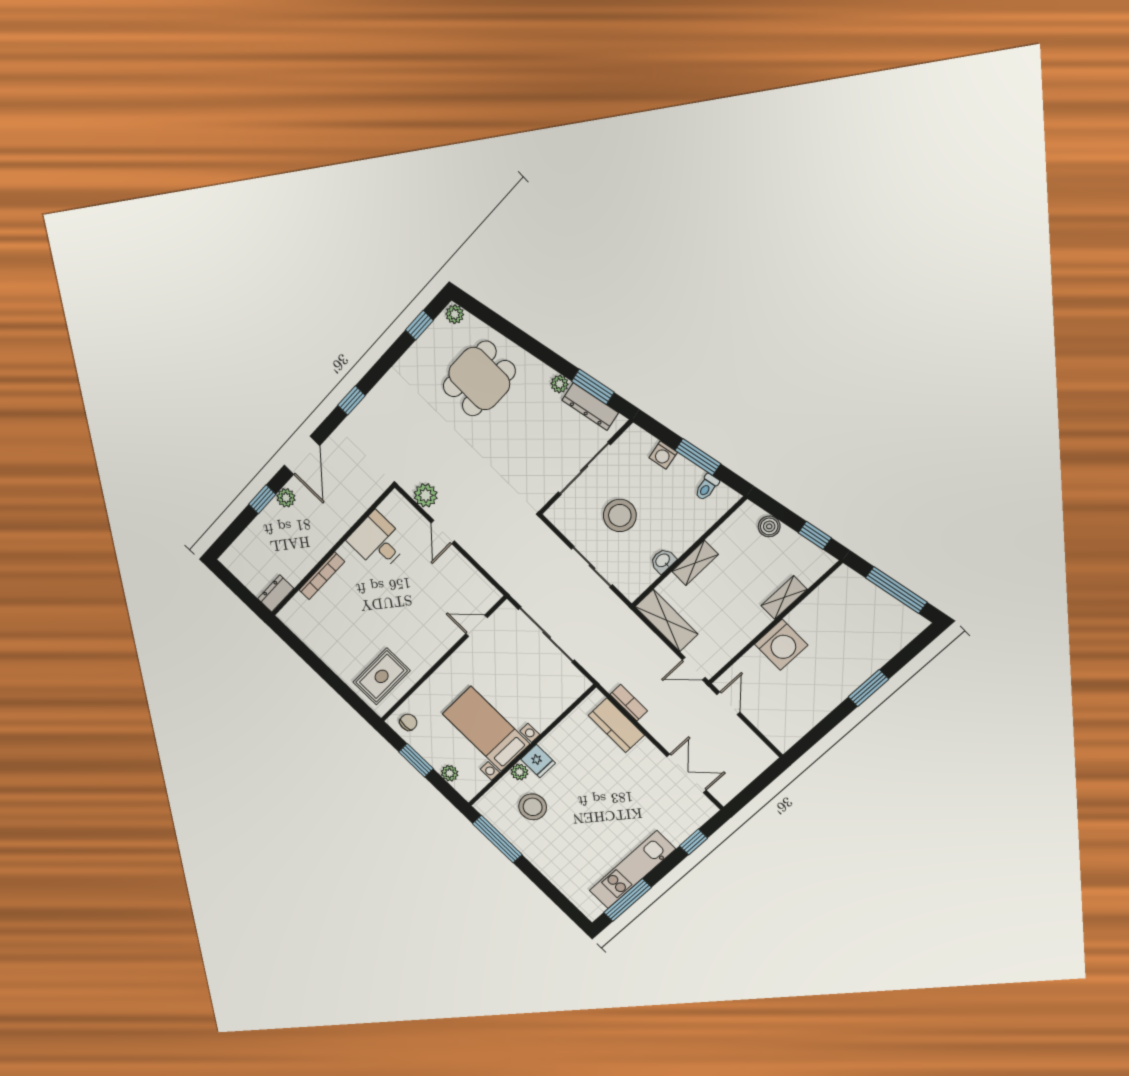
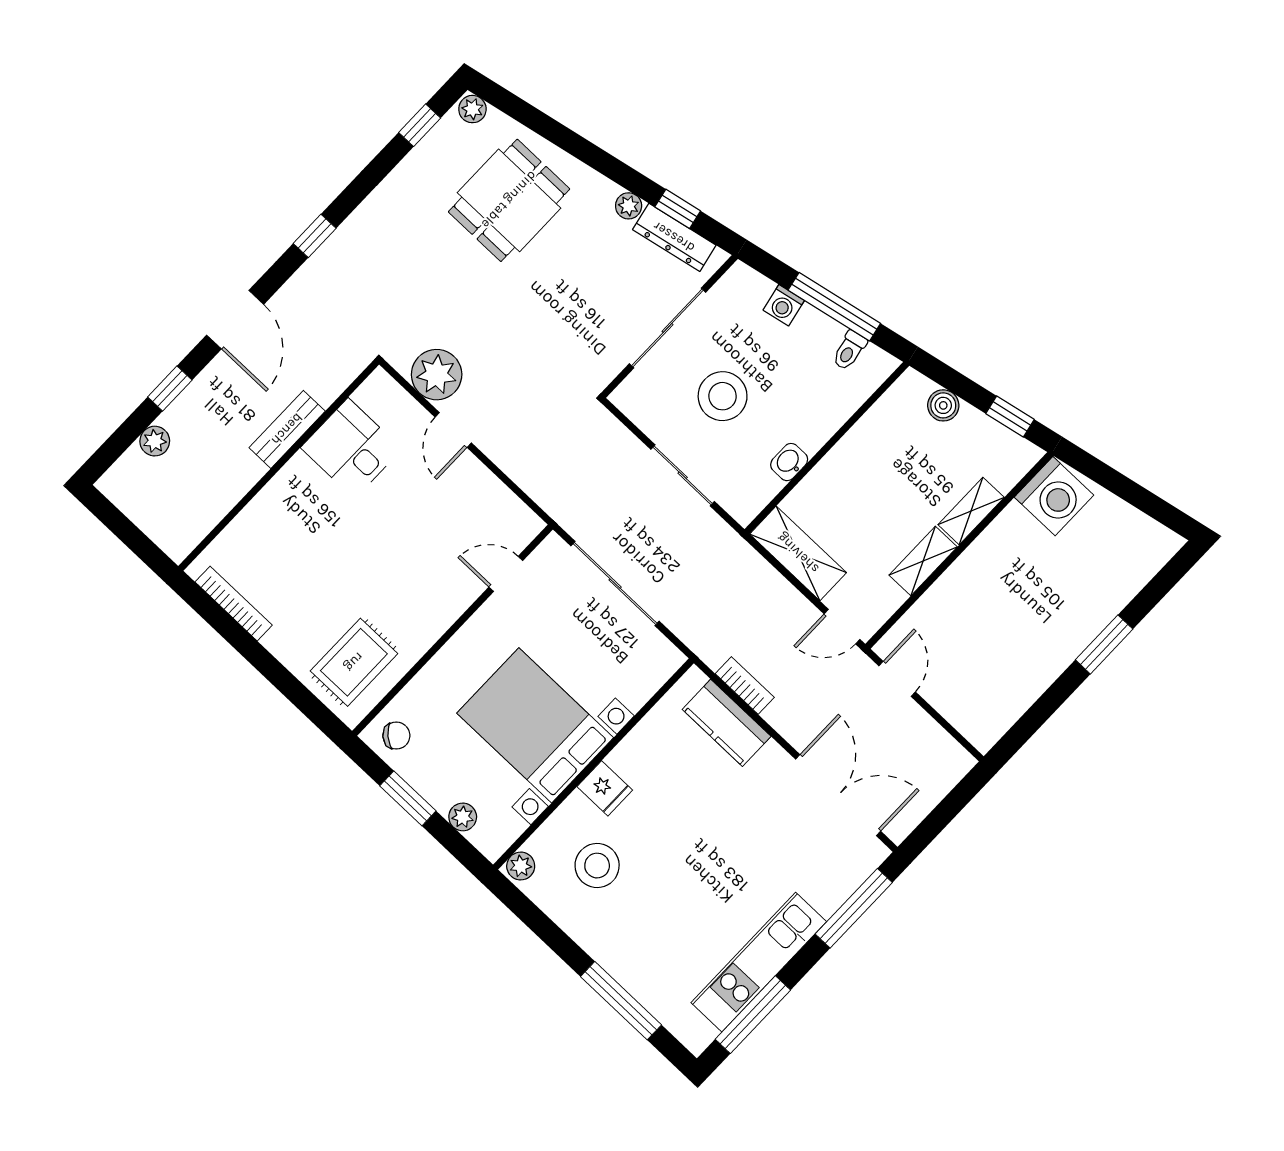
window: (593, 387) -> (678, 209), width x0.67
window: (698, 457) -> (834, 307), width x1.44
plant: (426, 495) -> (437, 375), width x1.36, depth x1.36
plant: (286, 498) -> (155, 441), moved
bench: (337, 528) -> (287, 429), added
shelving: (695, 563) -> (923, 561), moved
bookcase: (322, 576) -> (234, 604), moved, turned -90
window: (896, 590) -> (1133, 493), removed
dresser: (276, 594) -> (186, 536), removed
washing machine: (781, 645) -> (1054, 496), moved
chair: (408, 722) -> (396, 736), turned 42
bed with nightstands: (486, 729) -> (535, 725), width x1.36
plant: (520, 772) -> (521, 866), moved
double door: (687, 773) -> (838, 795), width x1.37
window: (497, 839) -> (621, 1001), moved
window: (694, 842) -> (854, 908), width x2.17

